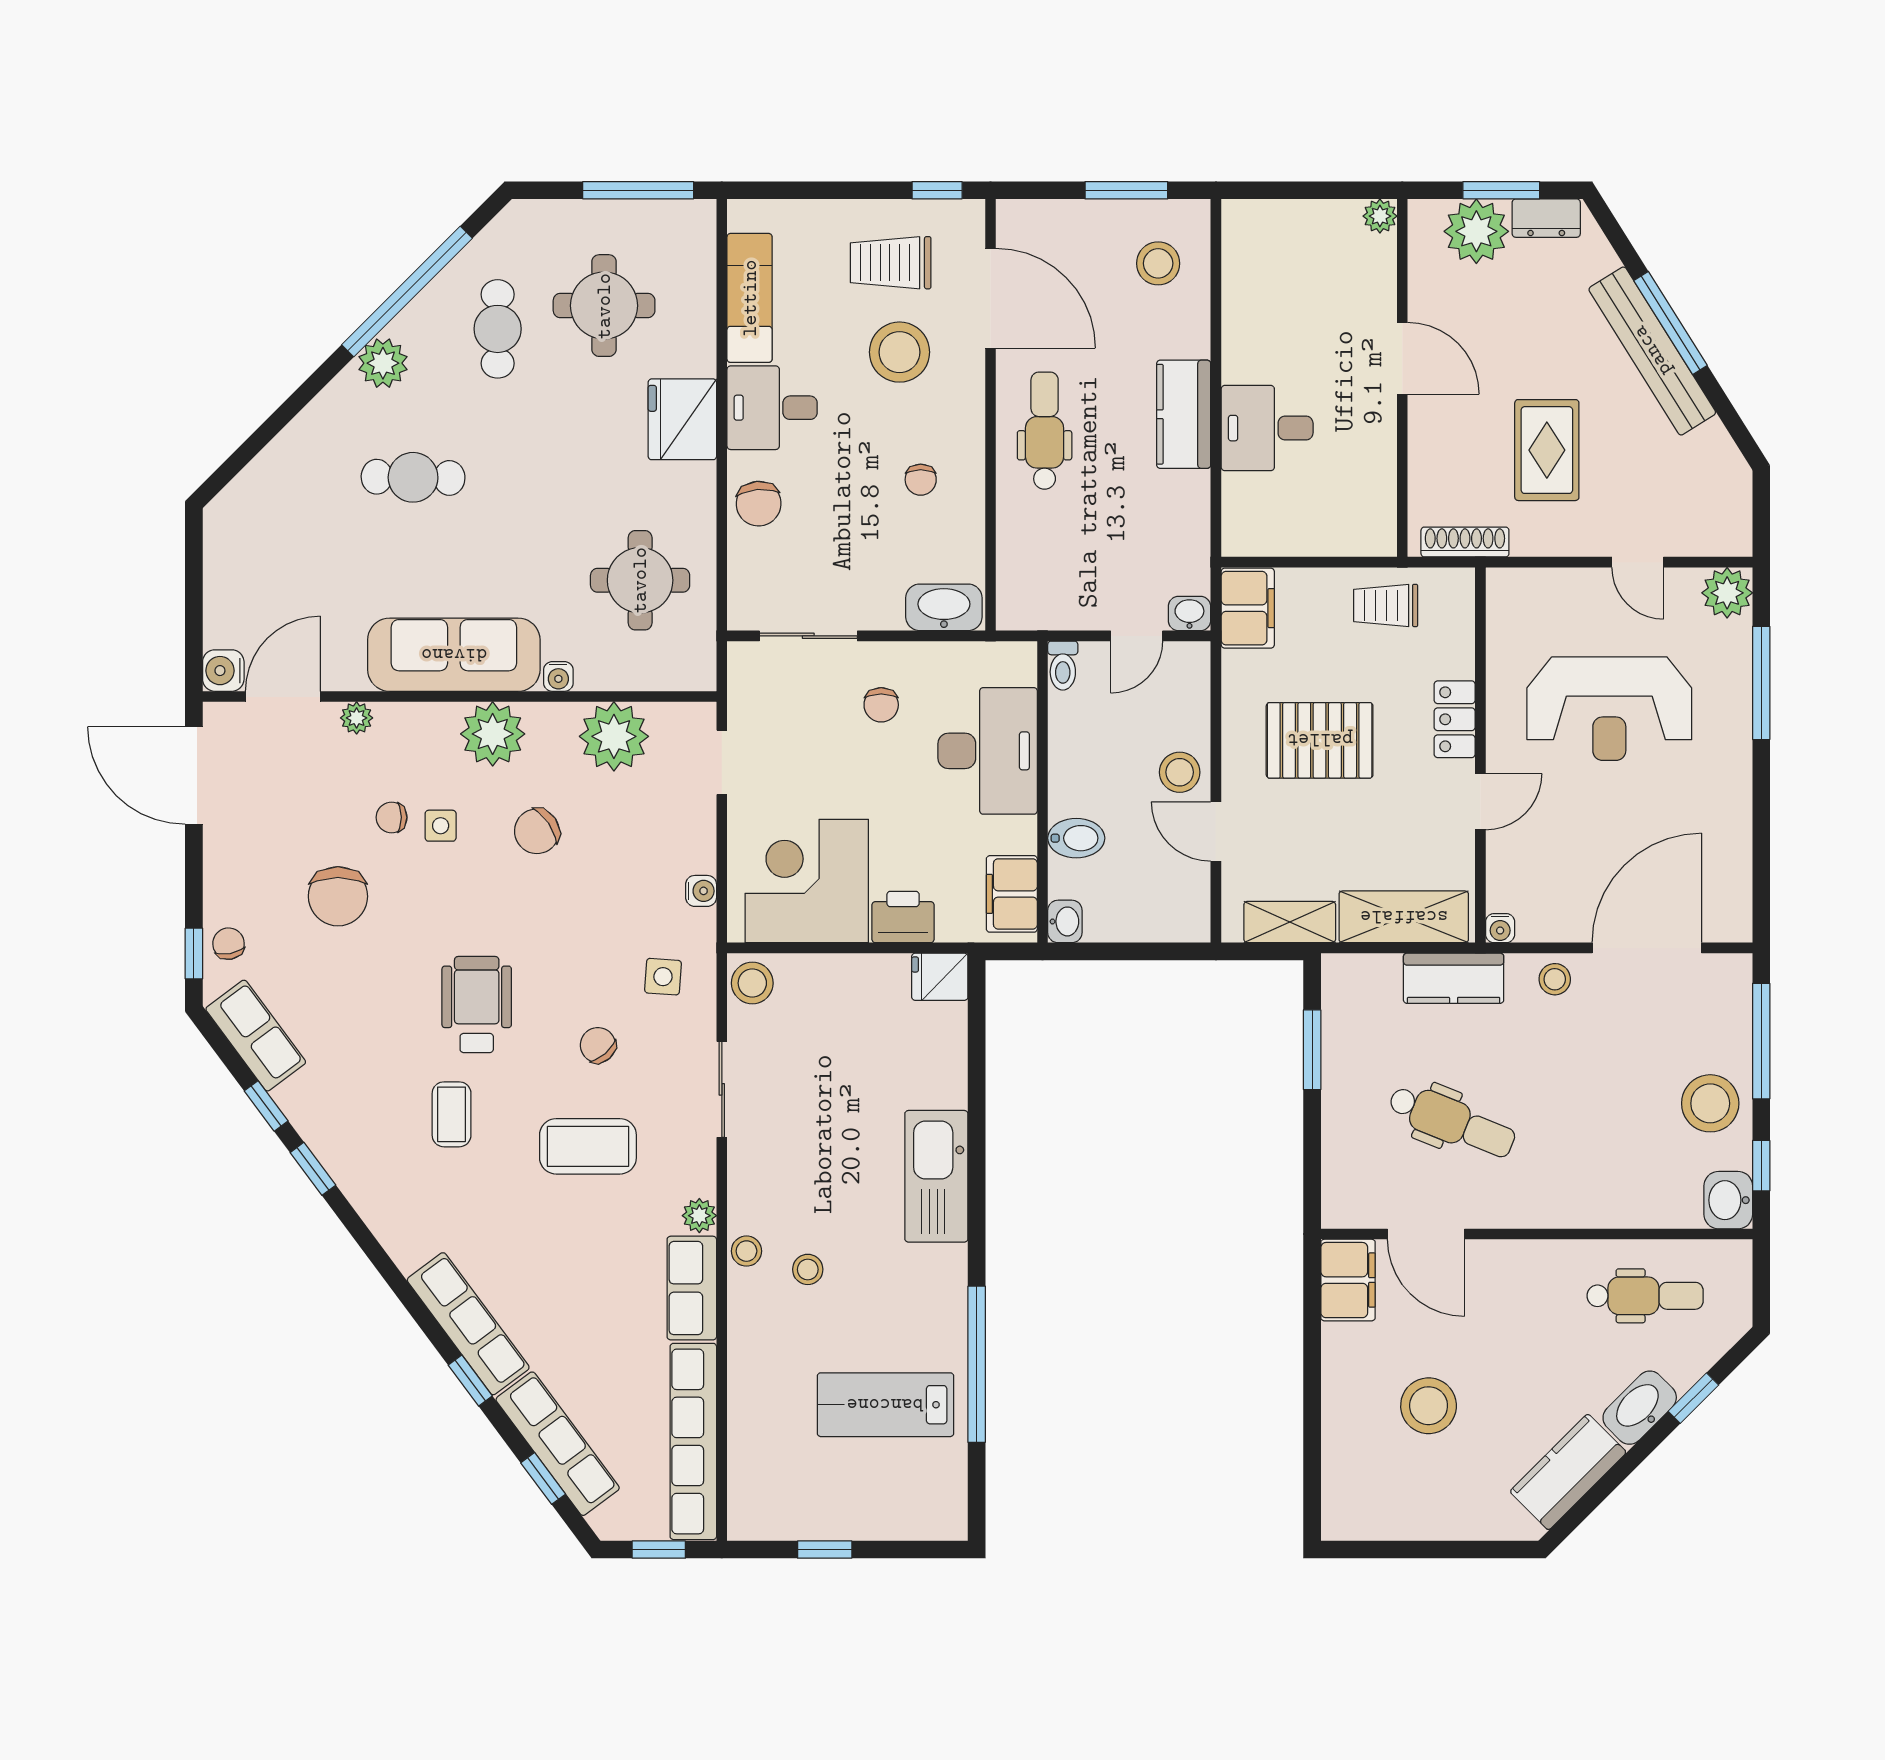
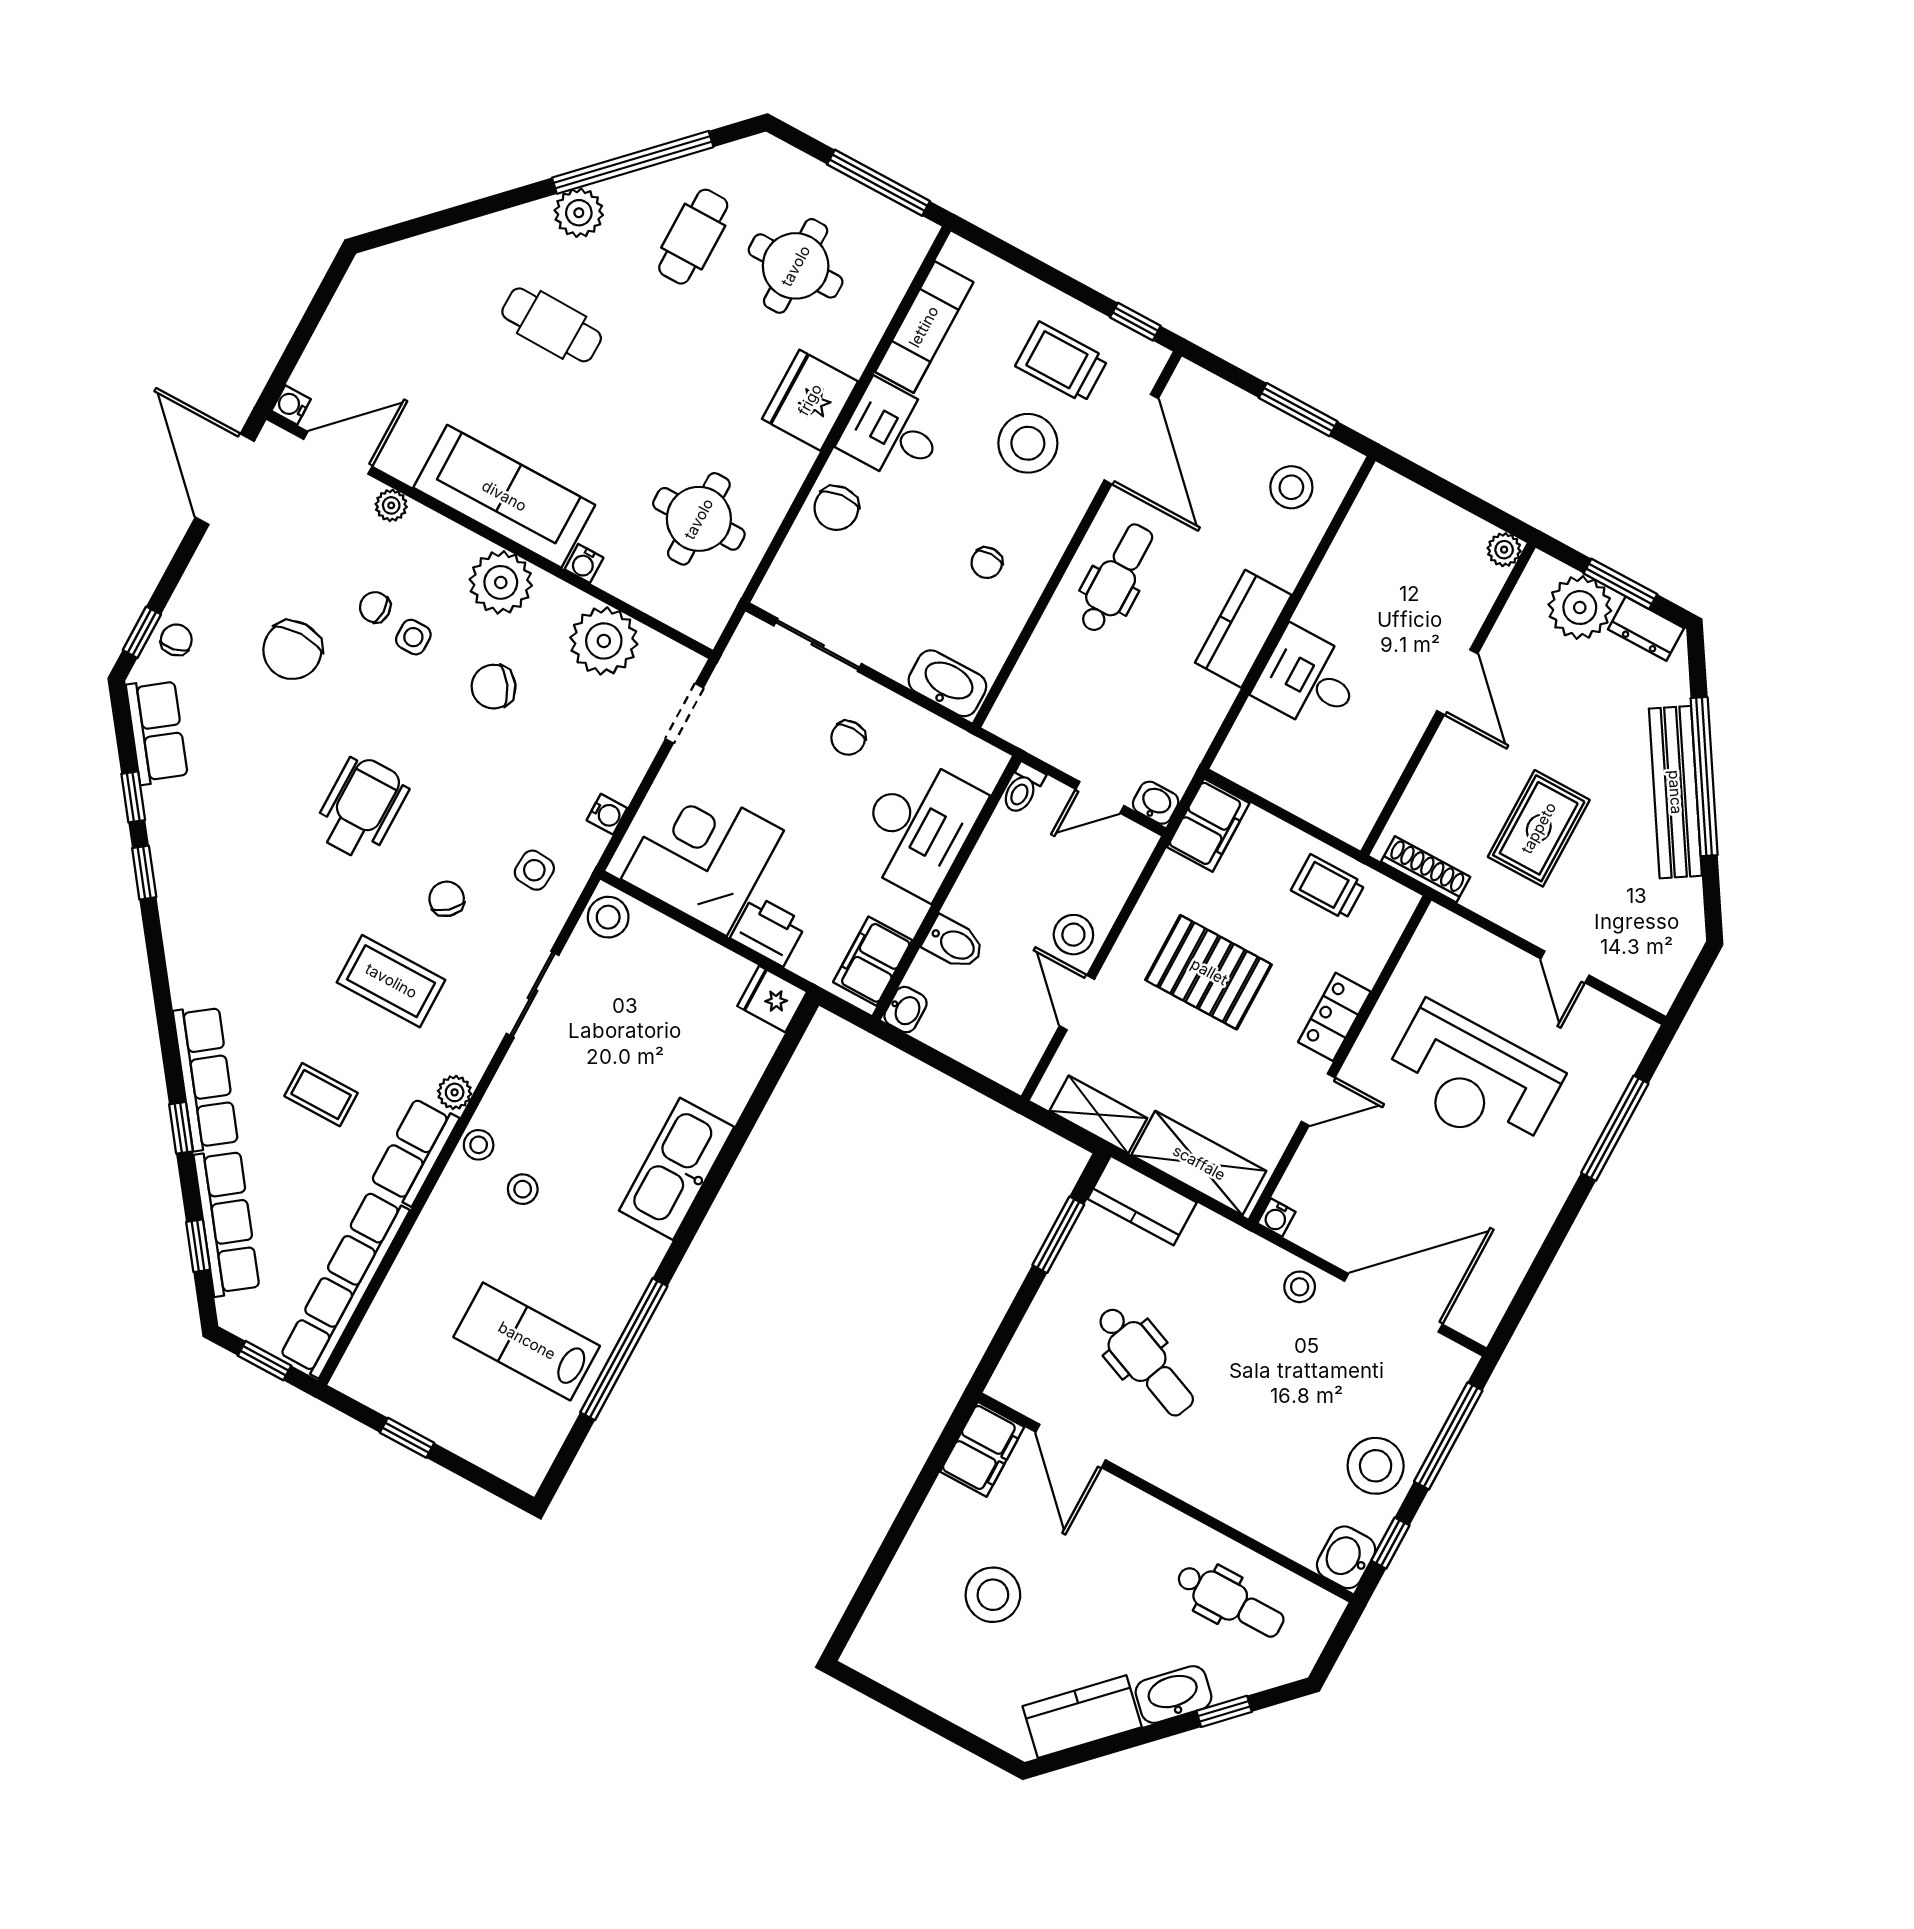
window: (1671, 323) -> (1704, 777), width x1.46
plant: (1727, 593) -> (1627, 1035), removed
water cooler: (223, 671) -> (291, 405), width x0.72, depth x0.72
kitchen counter: (1454, 978) -> (1142, 1201), moved
coffee table: (452, 1114) -> (321, 1095), moved, turned 90

